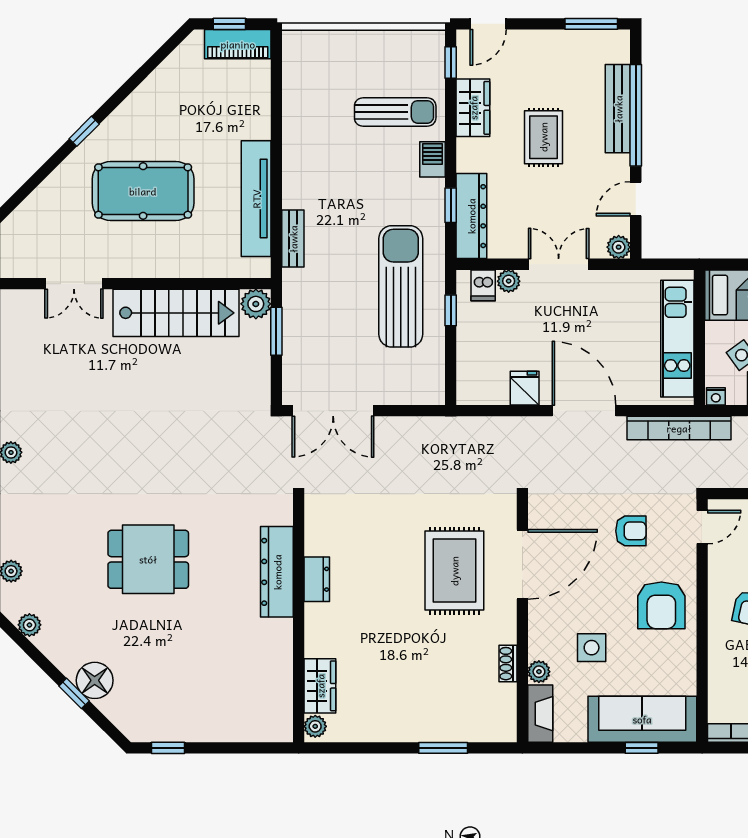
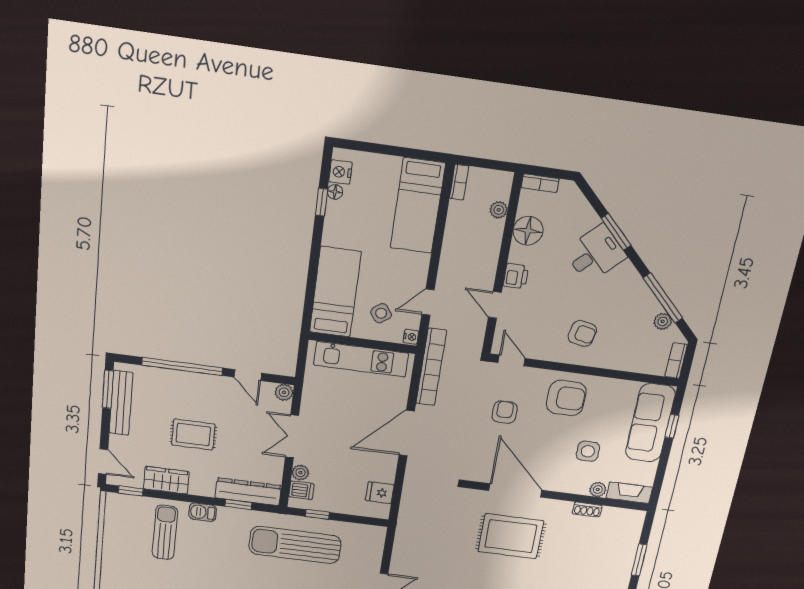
bench: (618, 109) -> (121, 403), moved, turned 90
fridge: (525, 388) -> (380, 493), moved

